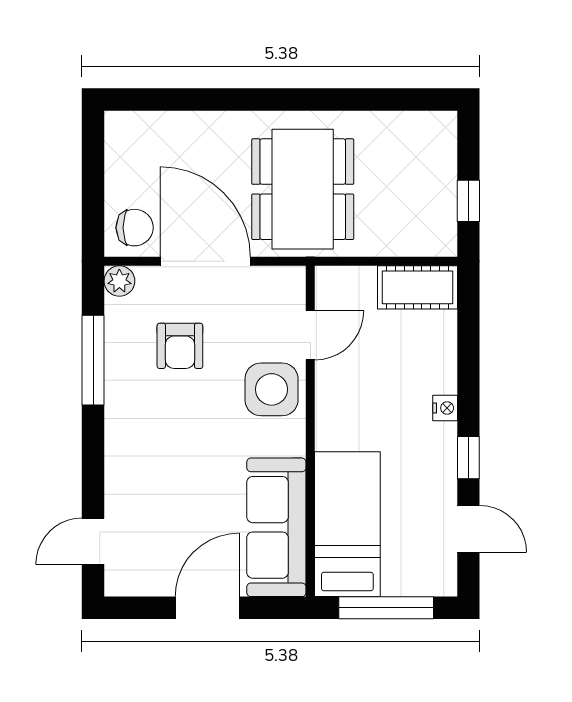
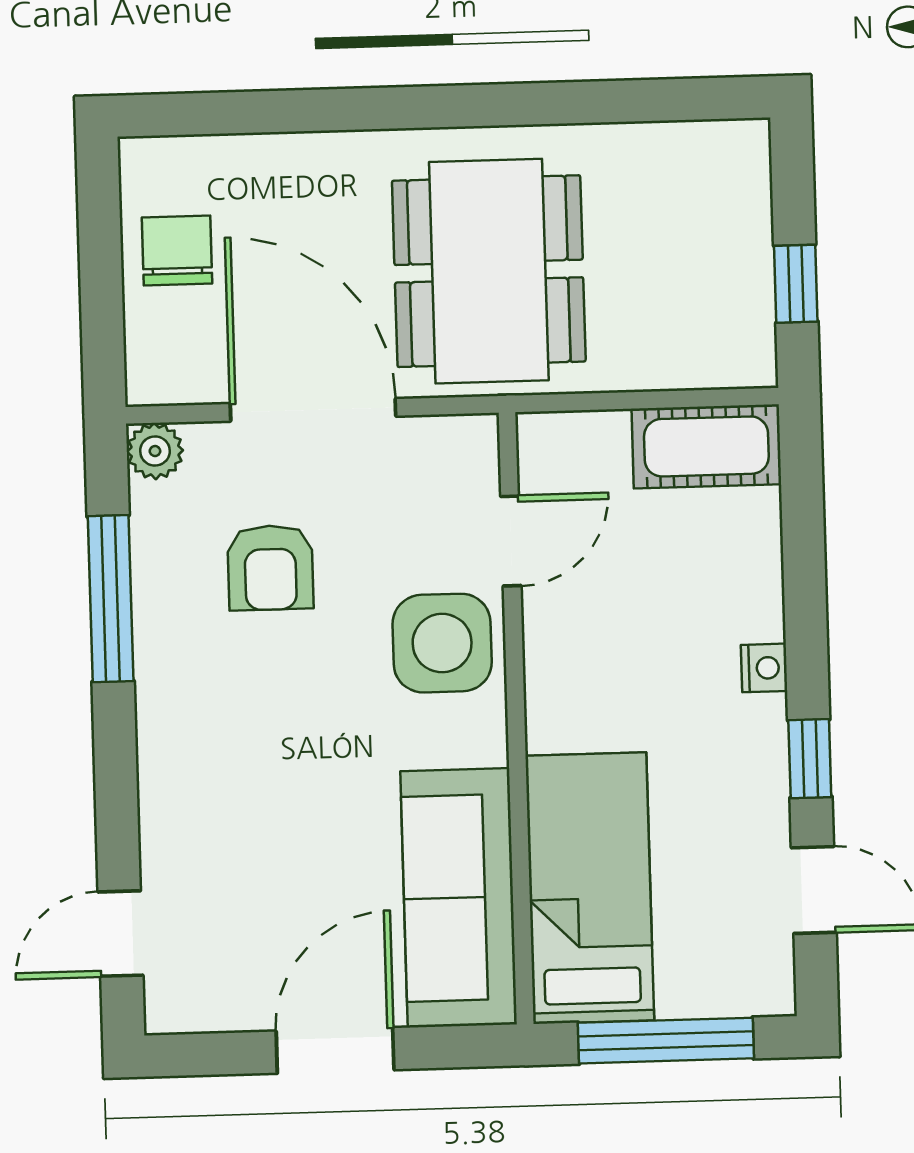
chair: (135, 228) -> (177, 251), moved, turned -90

